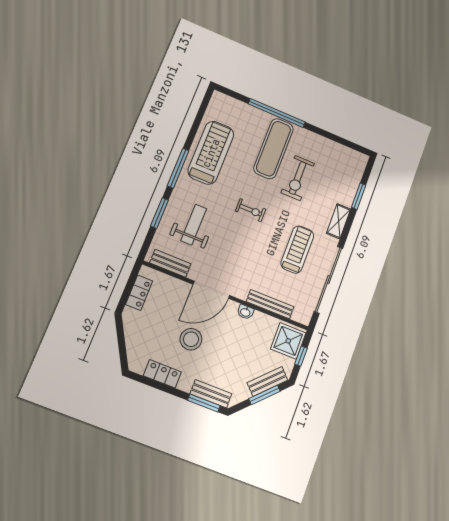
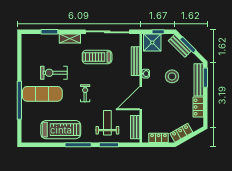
treadmill: (211, 153) -> (61, 130), turned 180
exercise bike: (298, 178) -> (54, 73), turned 180
weight bench: (194, 225) -> (107, 123), turned 90
door: (211, 290) -> (141, 98), swing flipped
locker: (132, 331) -> (181, 133), added
stool: (191, 339) -> (172, 76), moved
bench: (211, 394) -> (199, 80), width x1.36

